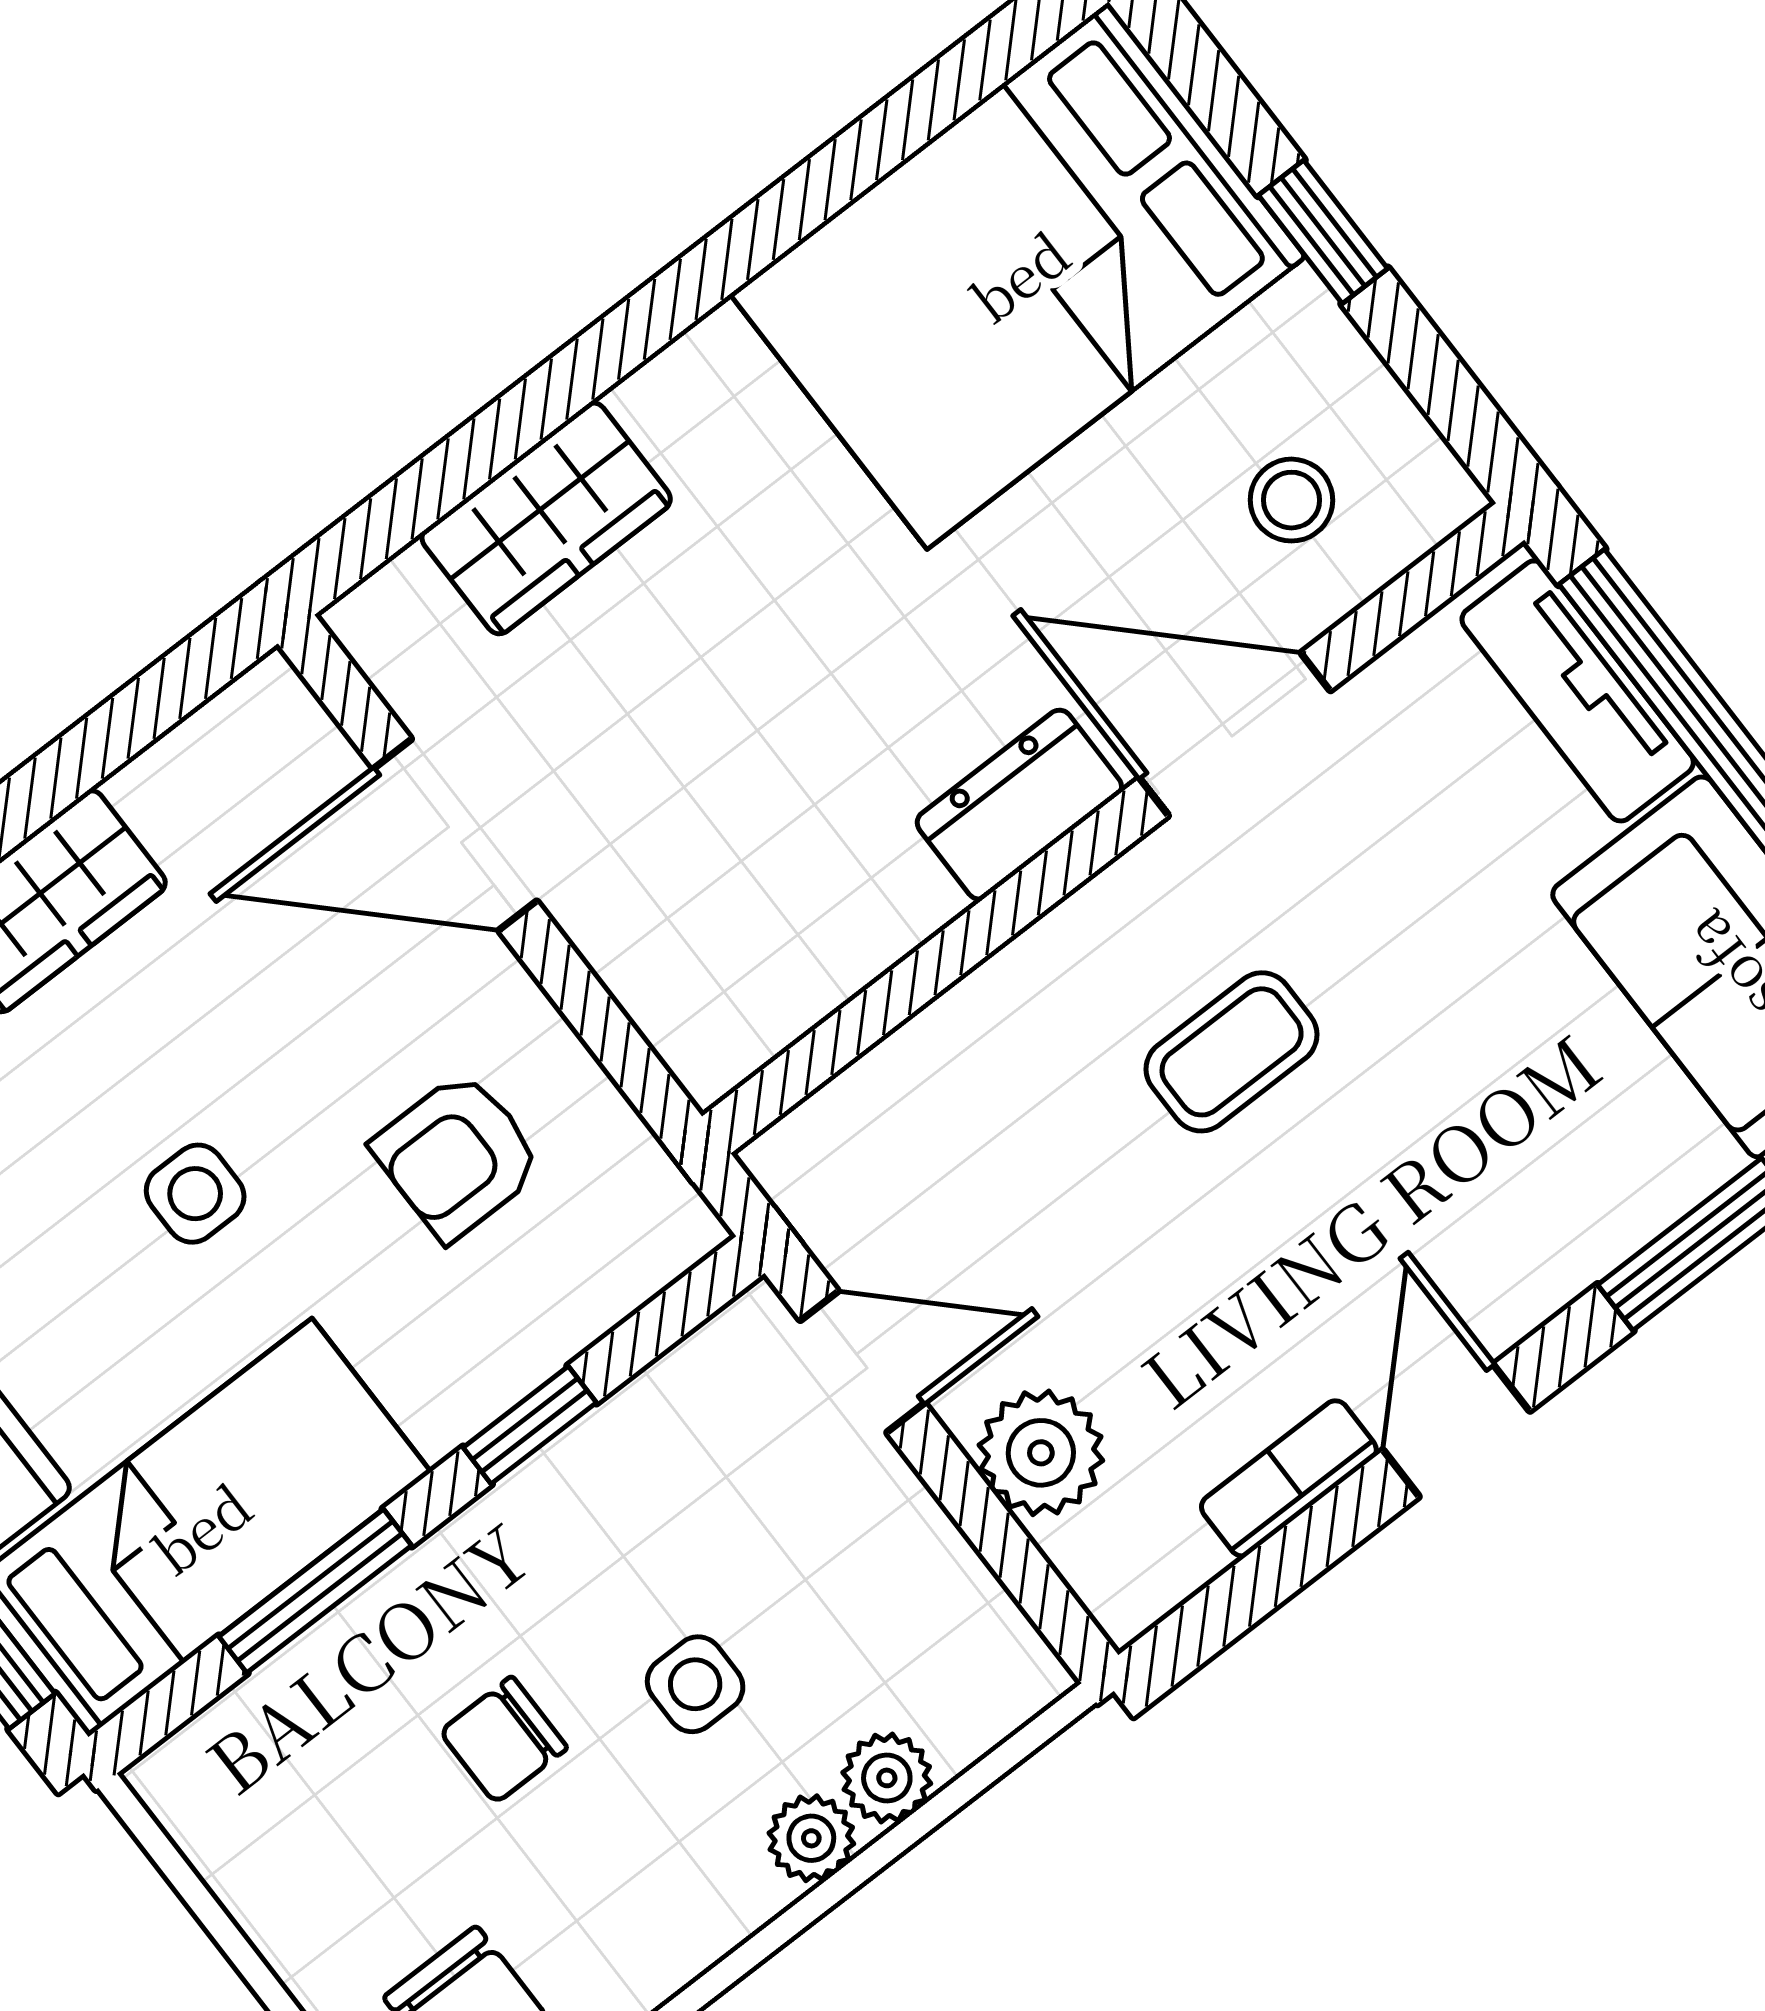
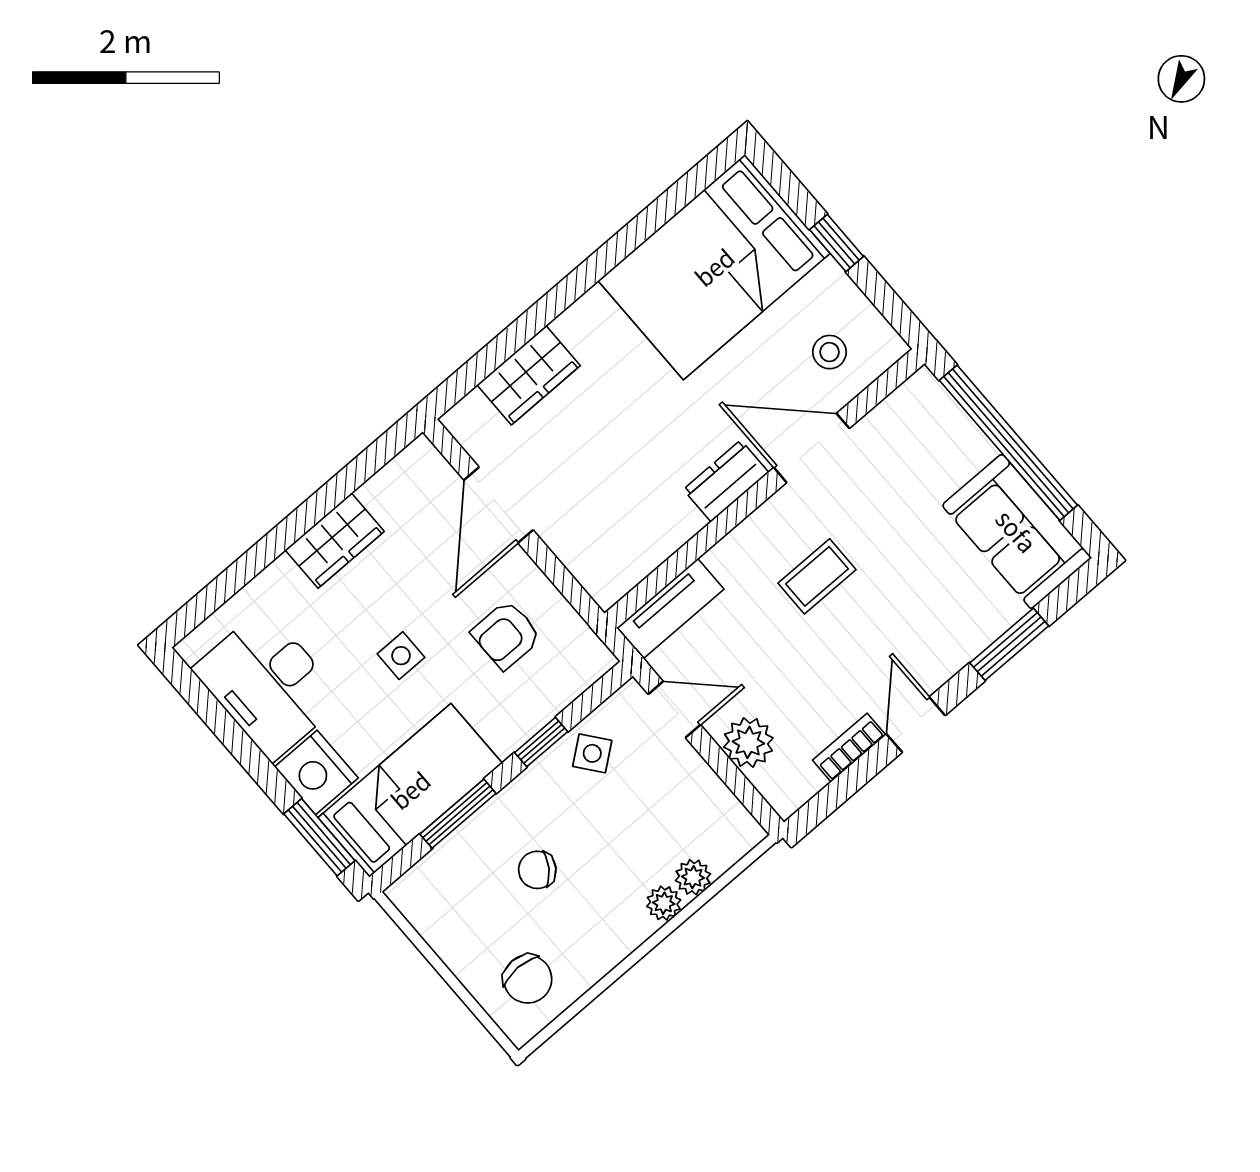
tv unit: (1578, 691) -> (670, 609), moved, turned -90
door: (455, 835) -> (499, 505), hinge flipped
side table: (695, 1684) -> (592, 753), moved, turned -38
chair: (504, 1740) -> (537, 870), turned 35

